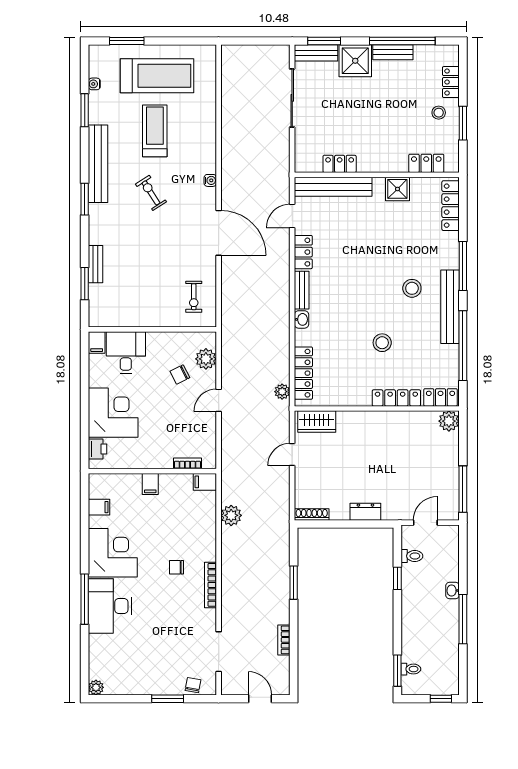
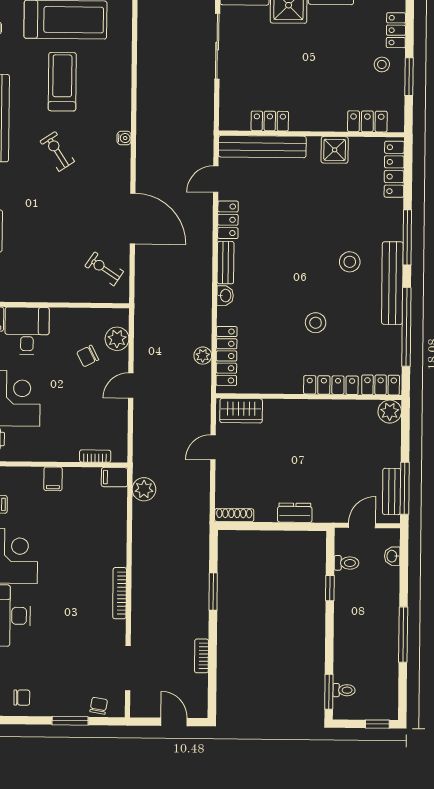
door: (219, 233) -> (133, 219), moved
exercise bike: (194, 297) -> (104, 269), turned 124
plant: (282, 392) -> (203, 356), moved
bench: (451, 492) -> (392, 491), added
plant: (231, 515) -> (144, 489), moved
chair: (176, 567) -> (22, 698), moved, turned 180
washbasin: (452, 591) -> (392, 556), moved

